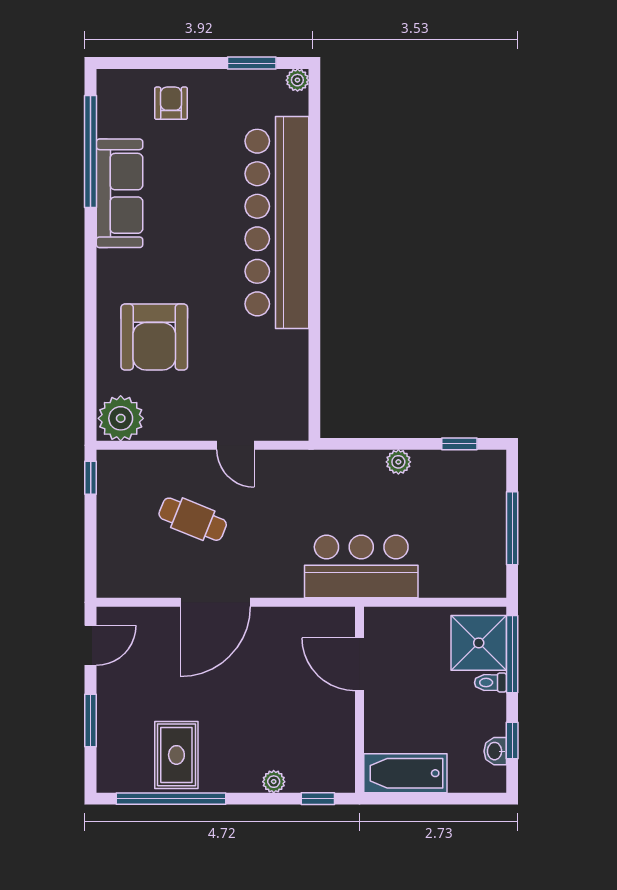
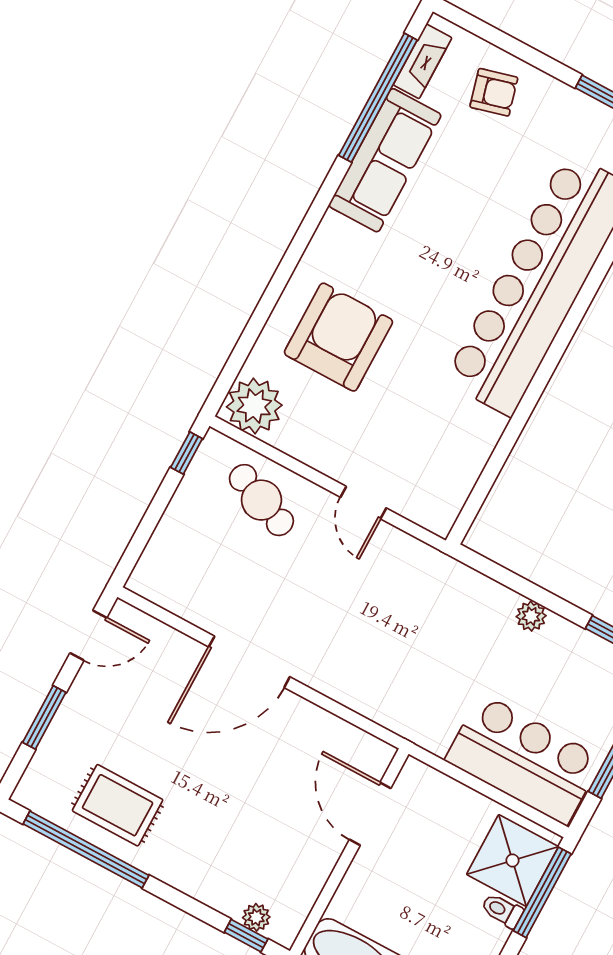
armchair: (171, 103) -> (494, 92), turned 75
fireplace: (108, 108) -> (423, 61), added
armchair: (154, 337) -> (338, 337), turned 180
cafe table: (193, 519) -> (261, 500), moved
bar counter: (361, 566) -> (524, 759), moved
rug: (176, 755) -> (118, 805), turned 90
plant: (274, 782) -> (256, 917), moved

